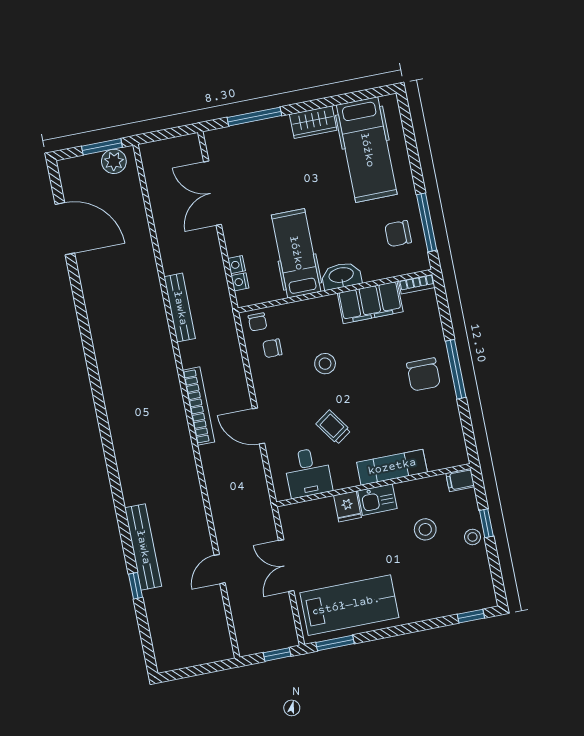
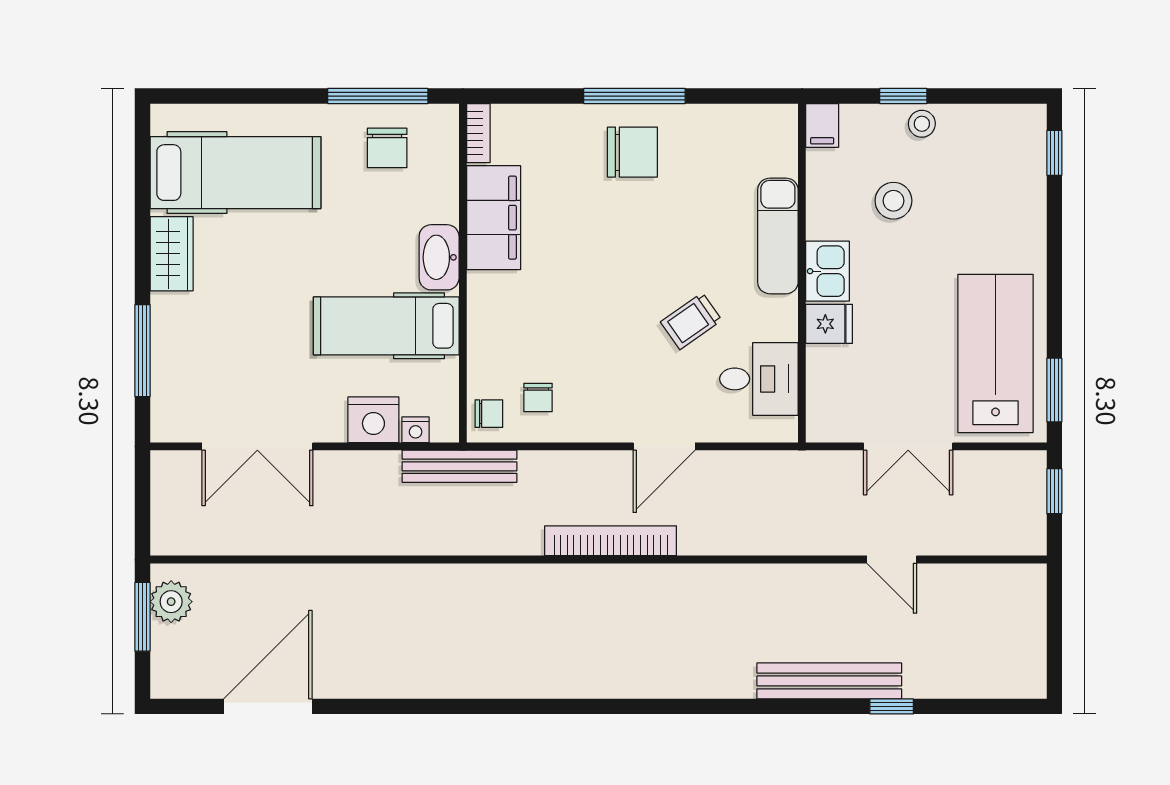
nightstand: (236, 265) -> (373, 420), width x1.89, depth x1.79
bench: (180, 308) -> (459, 466), moved
stool: (325, 364) -> (581, 314), removed

